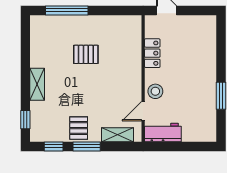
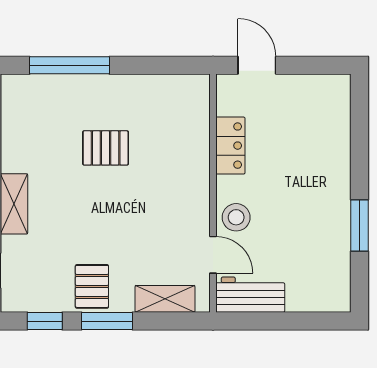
door: (143, 111) -> (213, 255), swing flipped

